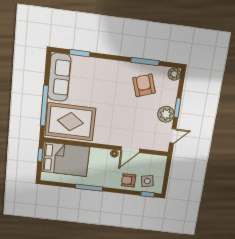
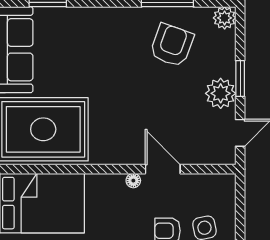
armchair: (144, 85) -> (172, 45), turned 39
door: (130, 150) -> (163, 169), swing flipped

